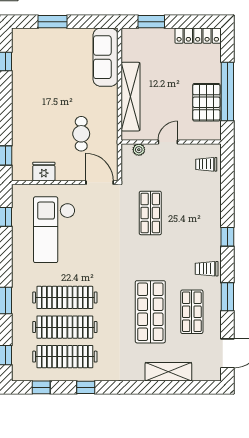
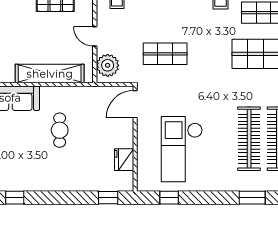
cafe table: (81, 134) -> (60, 130), moved, turned 90
plant: (139, 150) -> (108, 65), width x1.87, depth x1.87
checkout: (54, 230) -> (182, 149), turned 90

